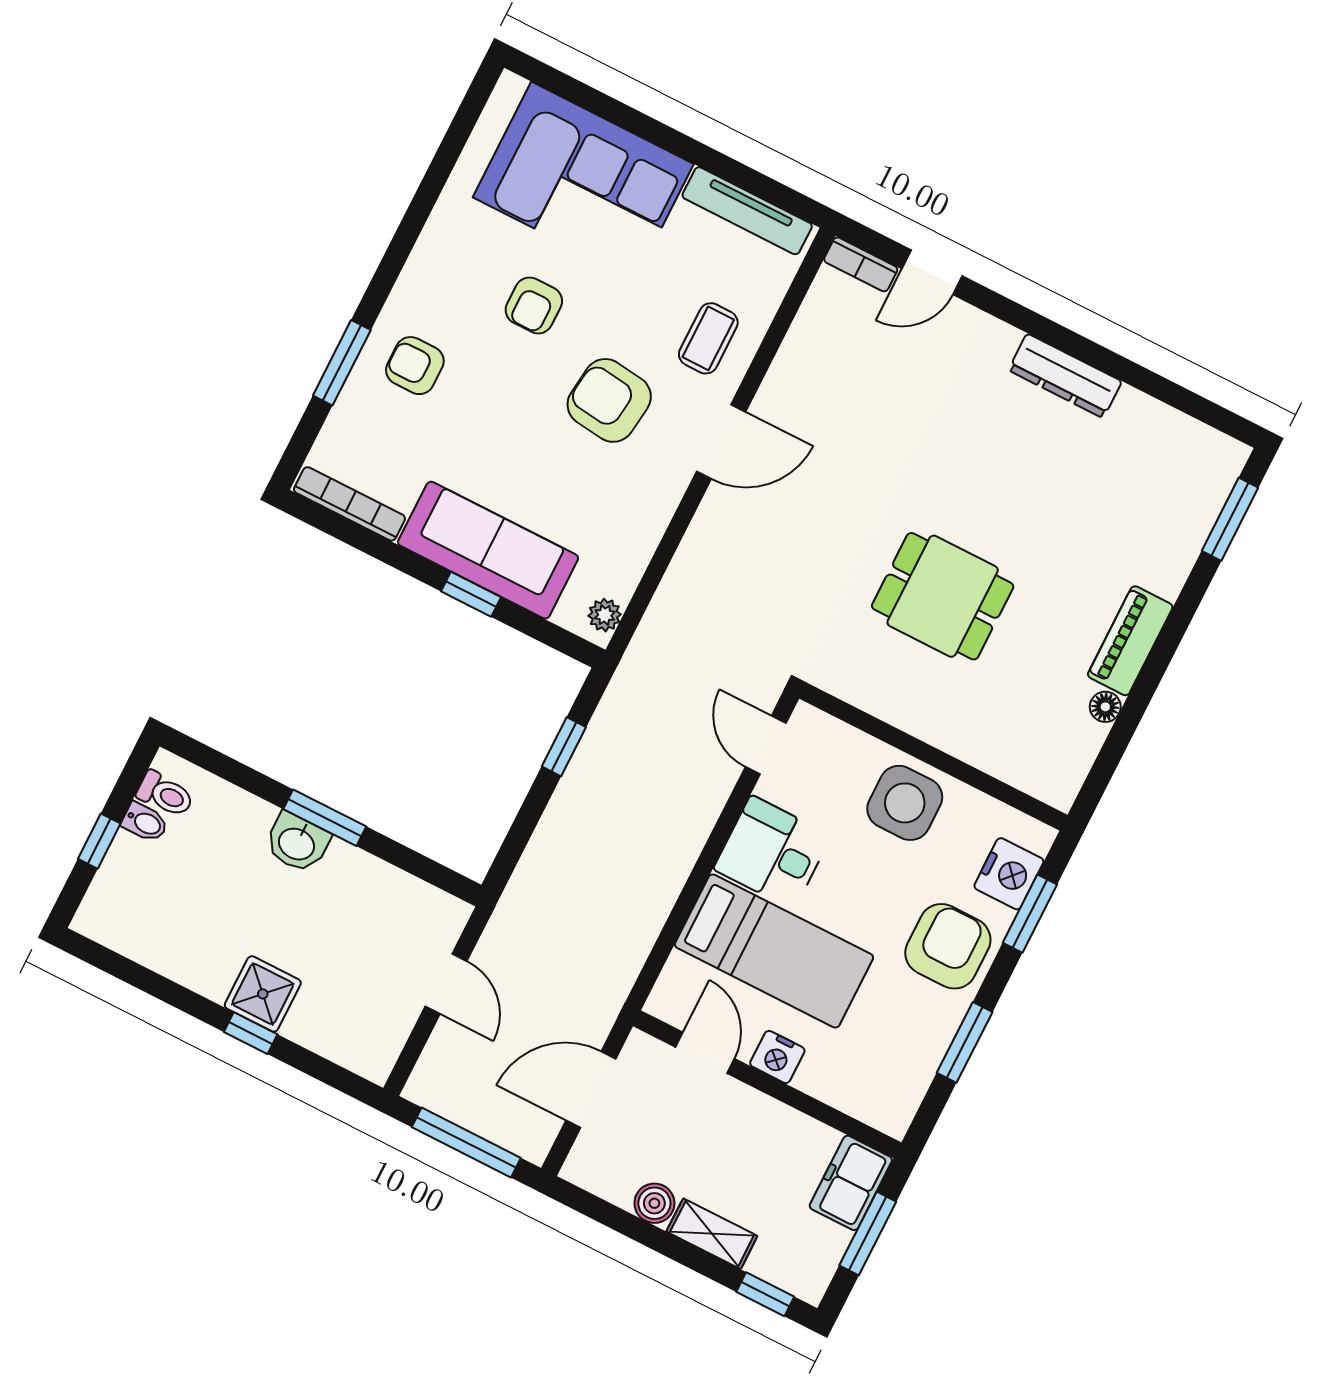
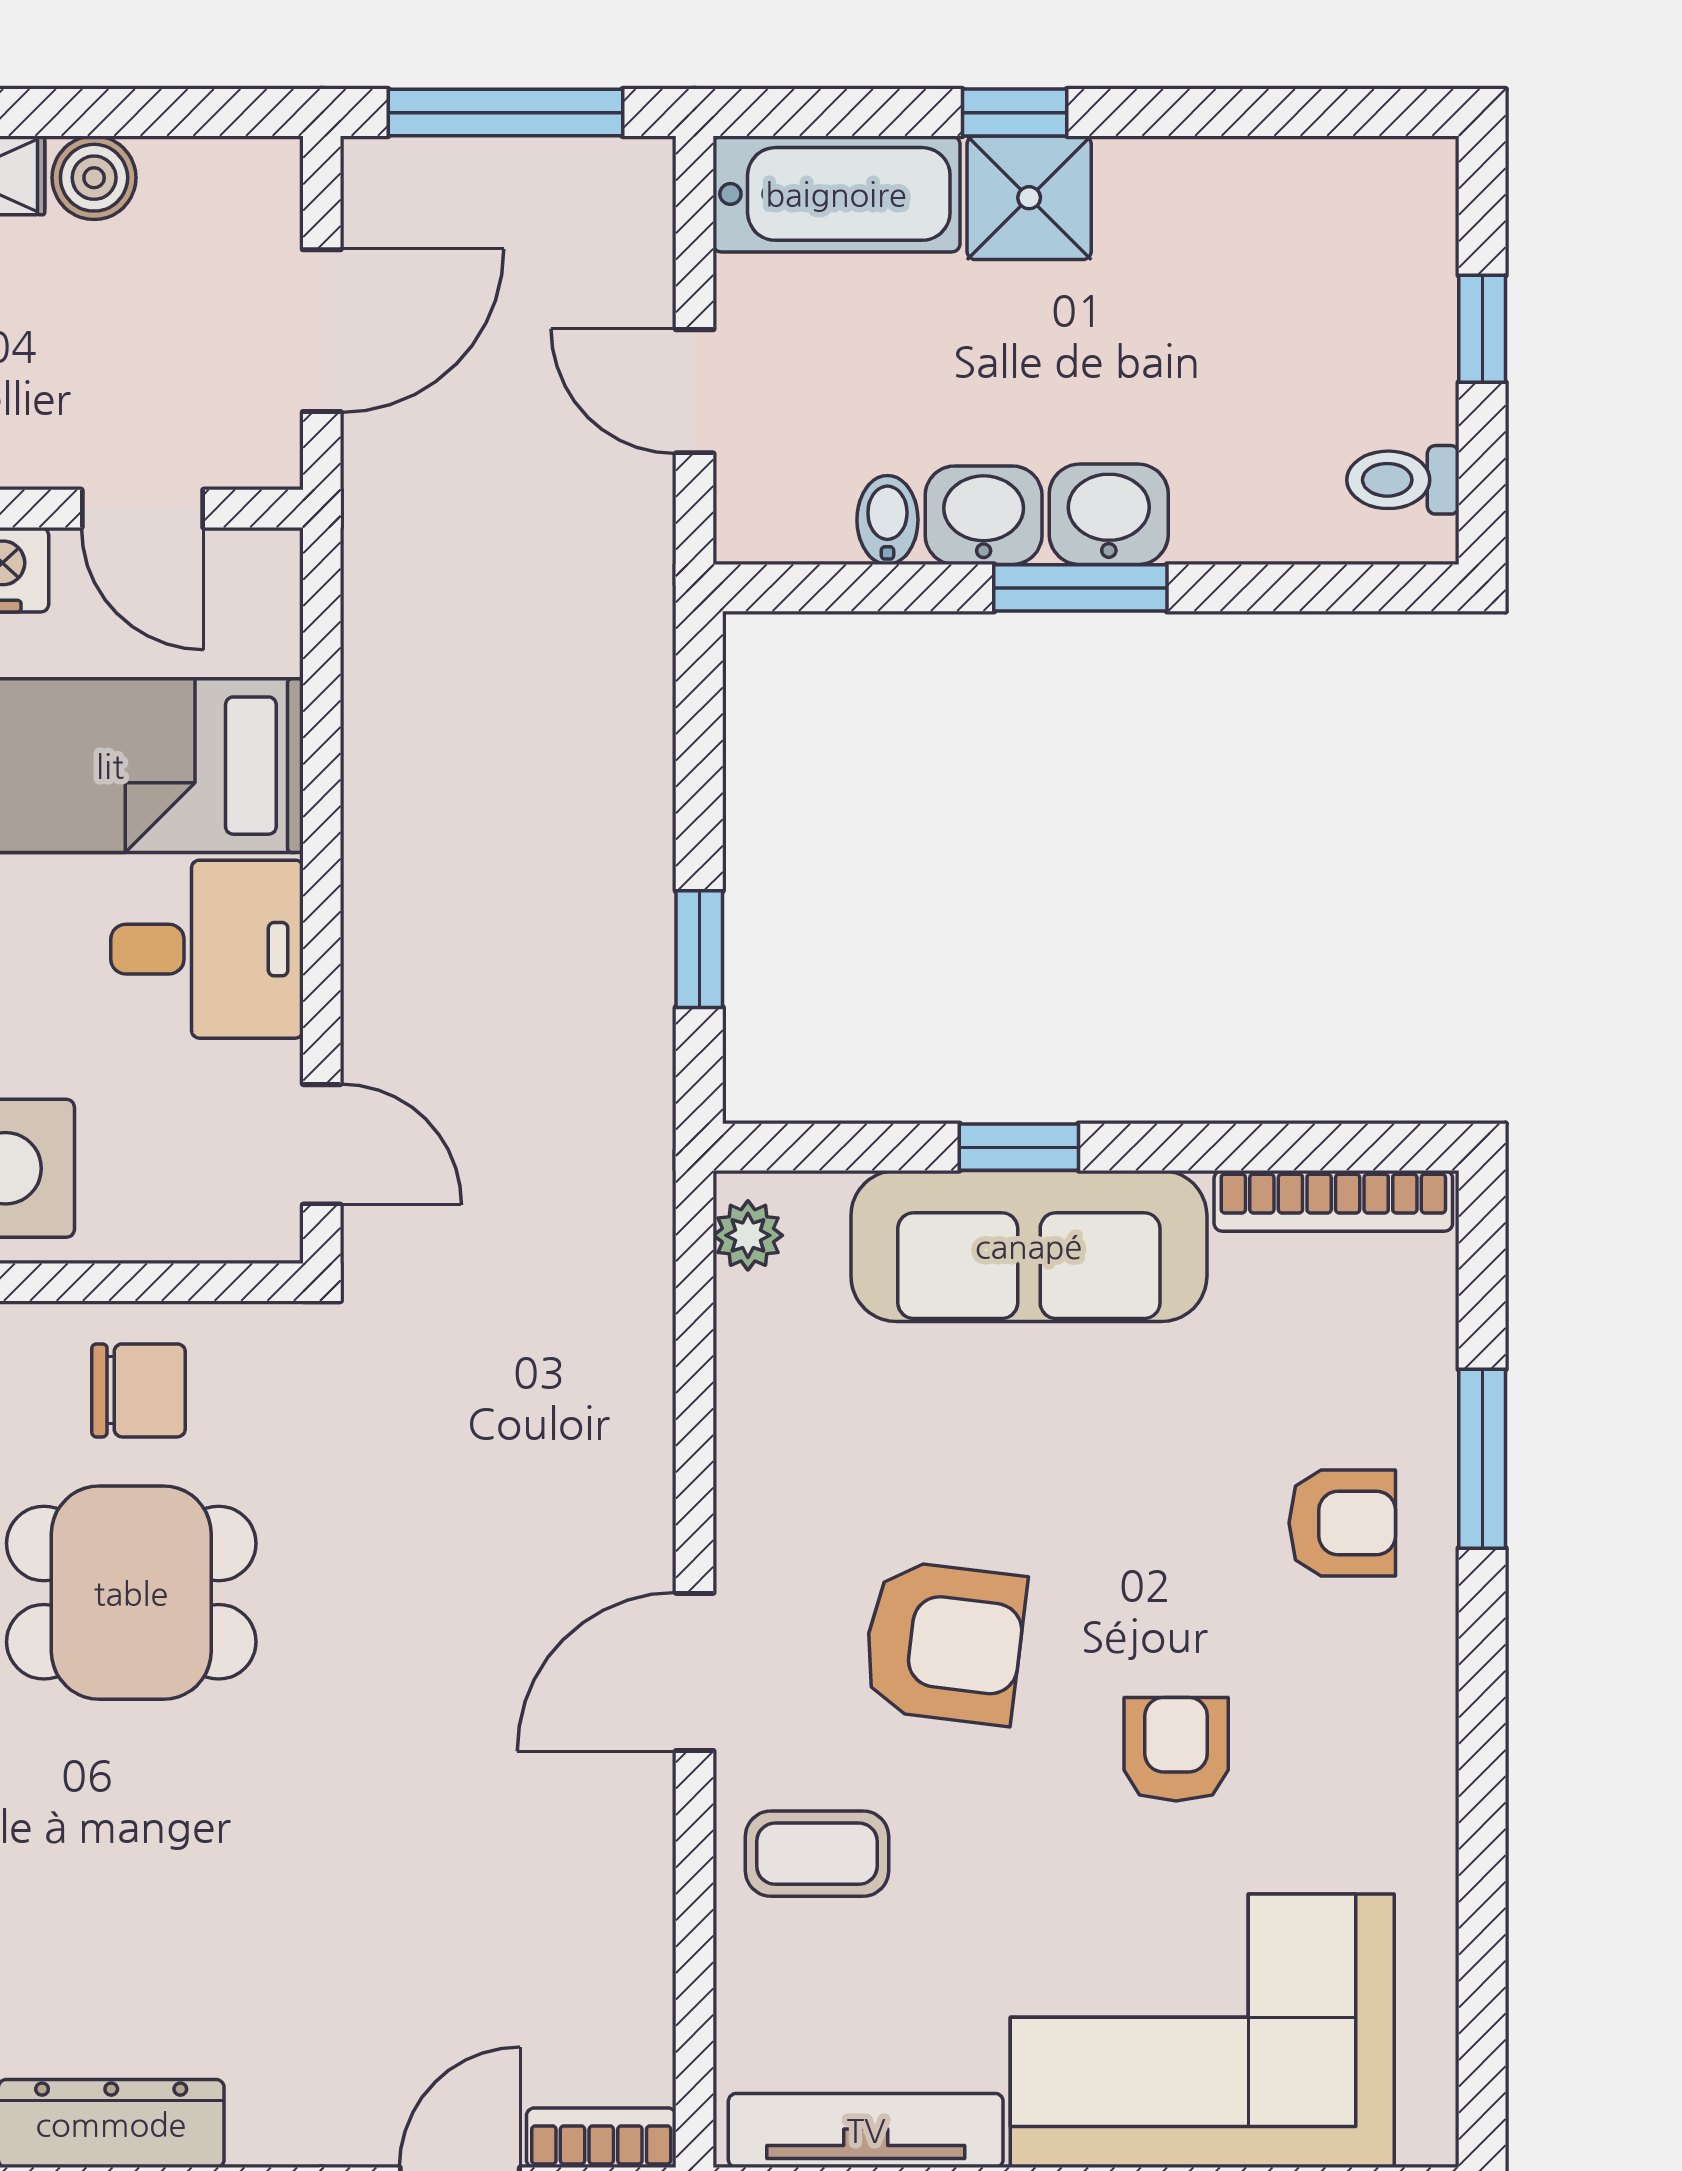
coffee table: (708, 338) -> (817, 1854), turned 90
chair: (896, 680) -> (139, 1390), added
bidet: (145, 822) -> (887, 520), moved, turned 90
washbasin: (350, 869) -> (984, 515), added
bathtub: (344, 1037) -> (836, 194), added

